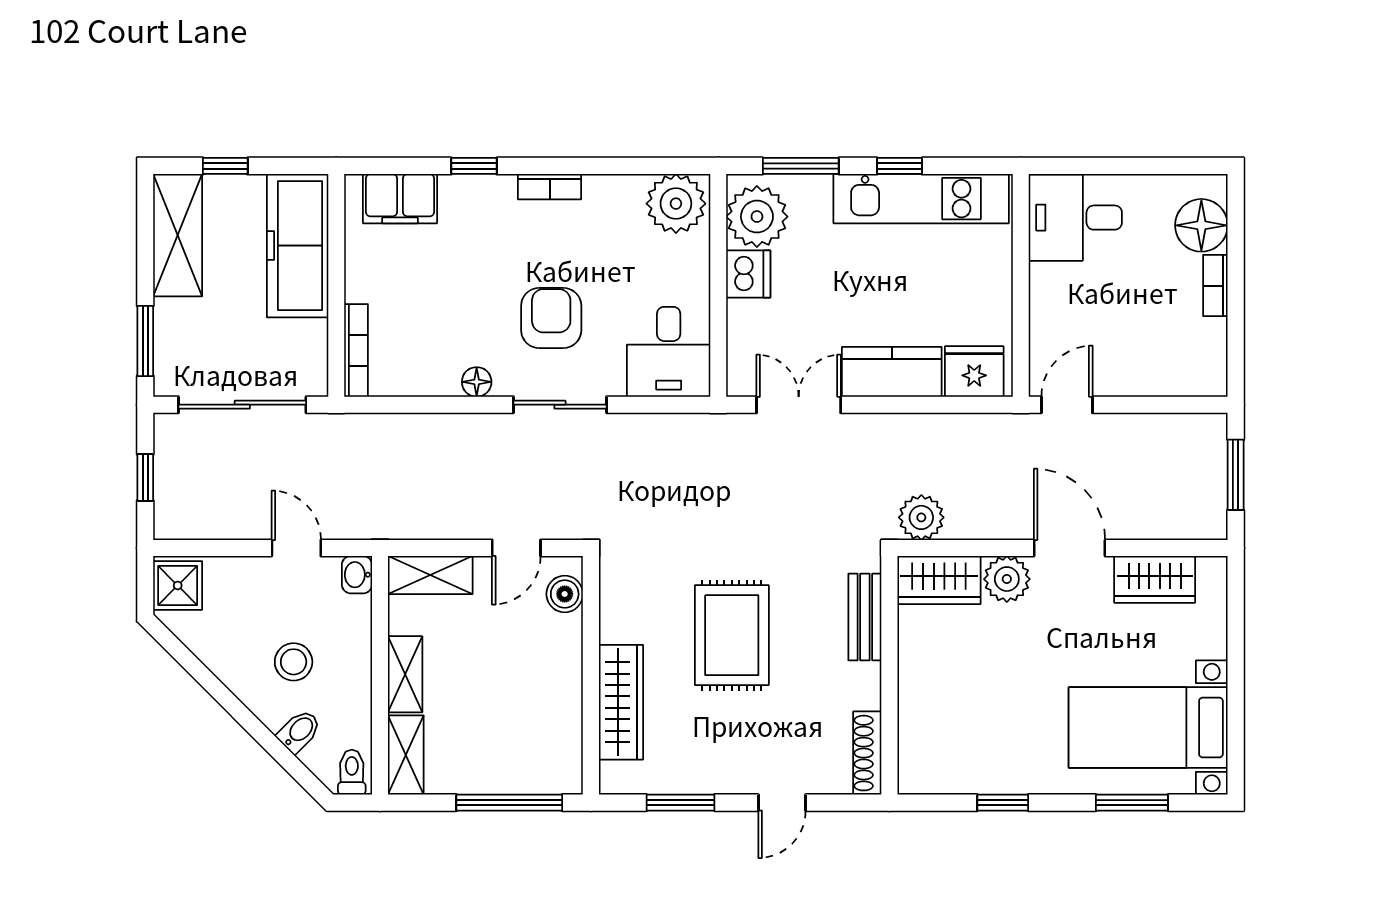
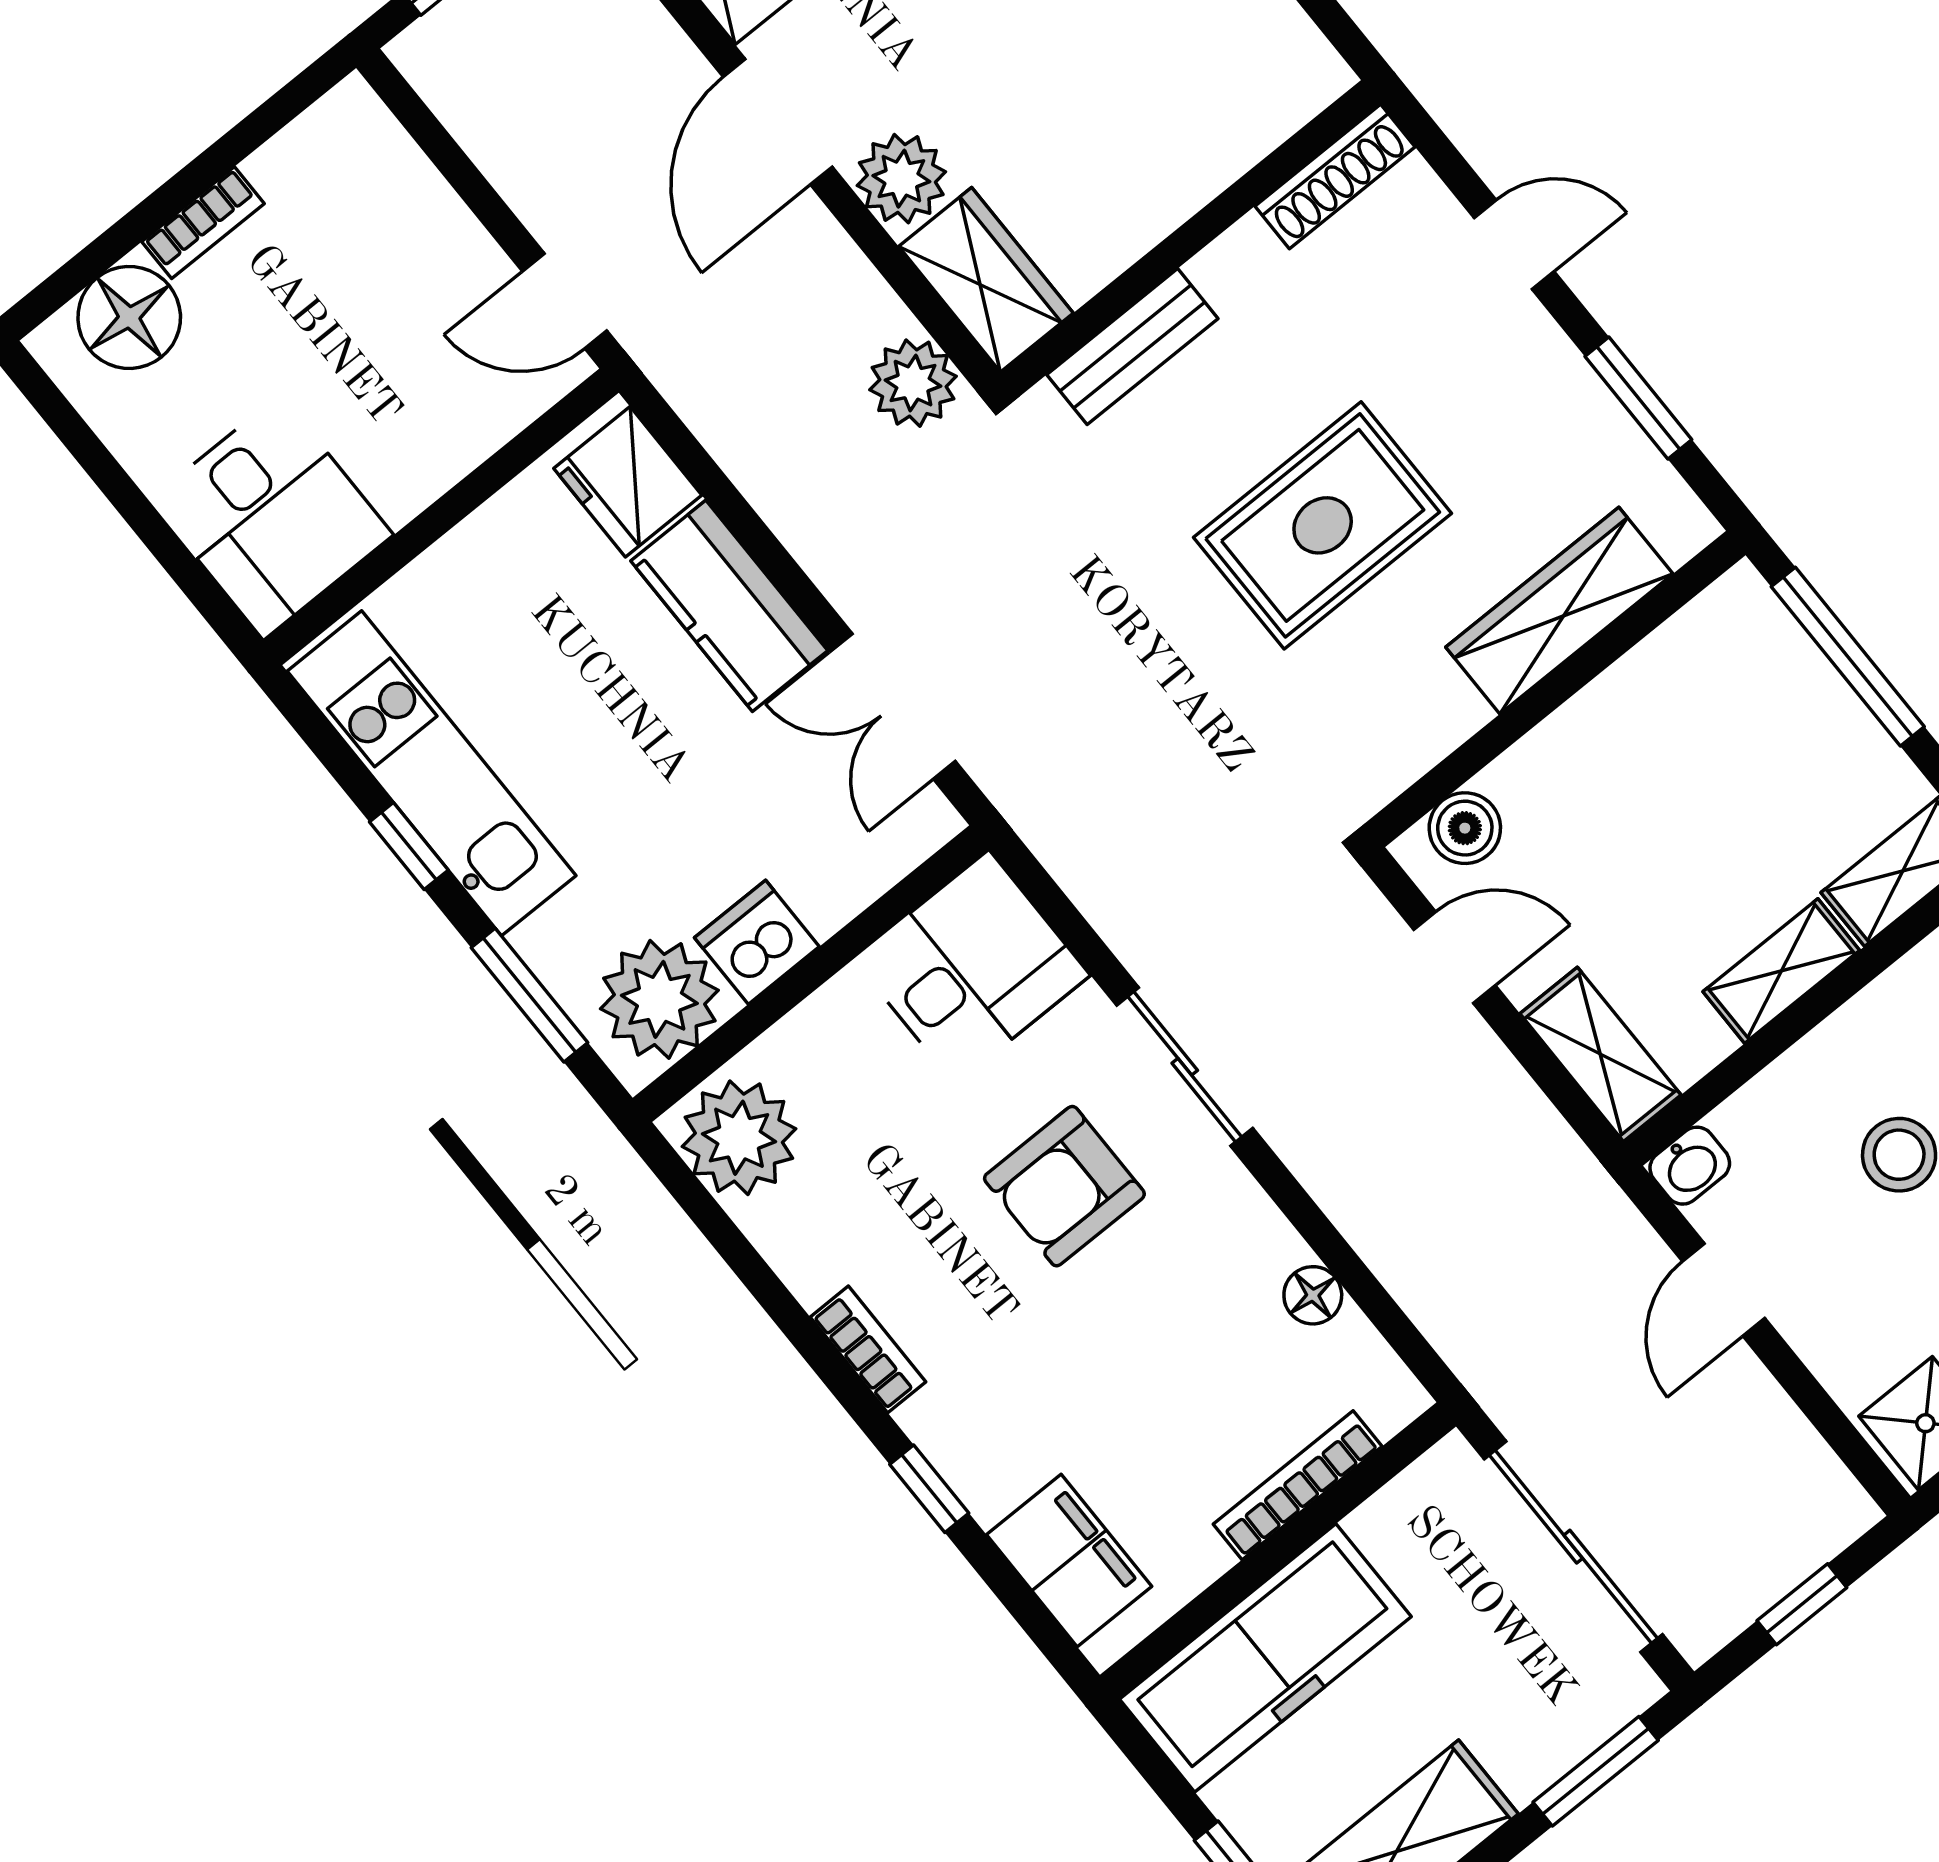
bookcase: (356, 350) -> (1298, 1485), moved
floor lamp: (477, 382) -> (1313, 1295), moved

